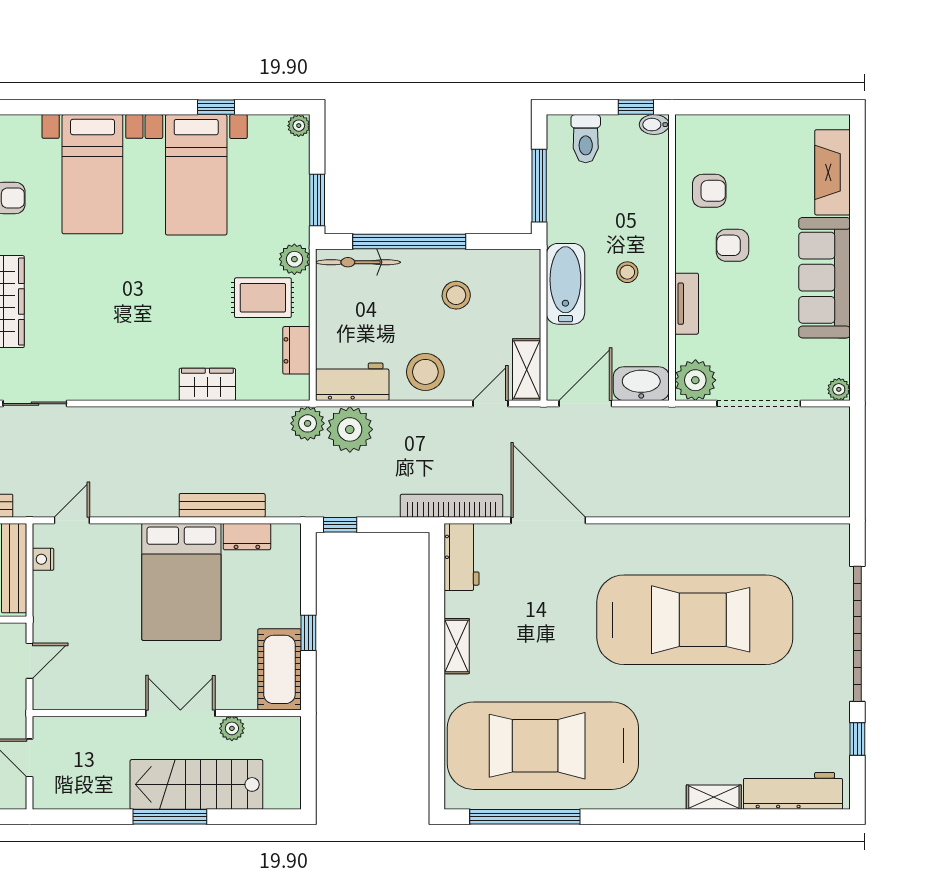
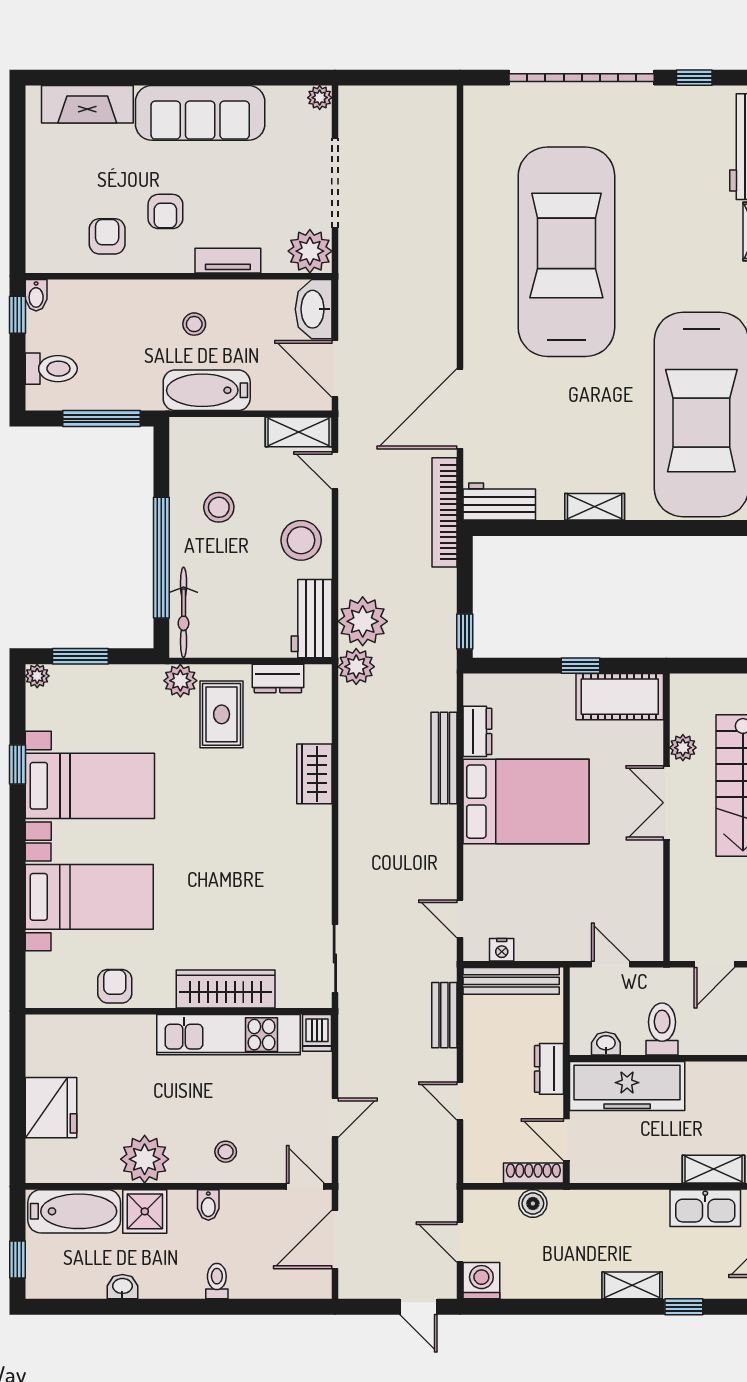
window: (317, 200) -> (80, 656), moved

